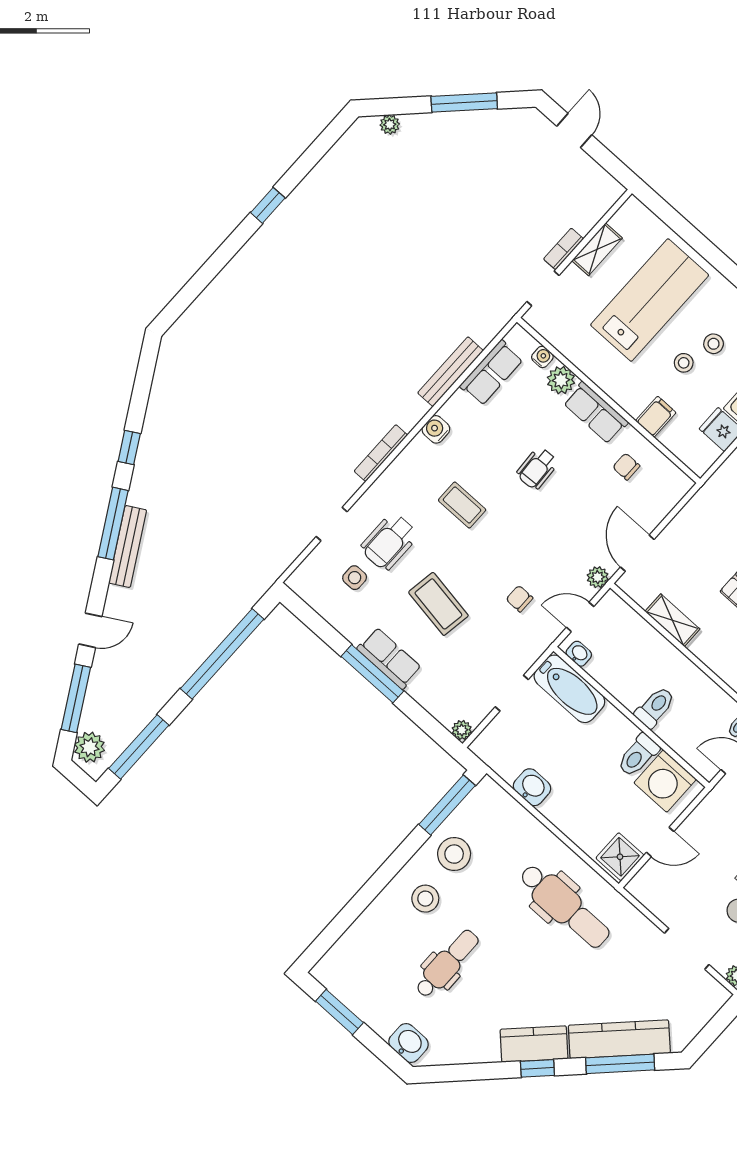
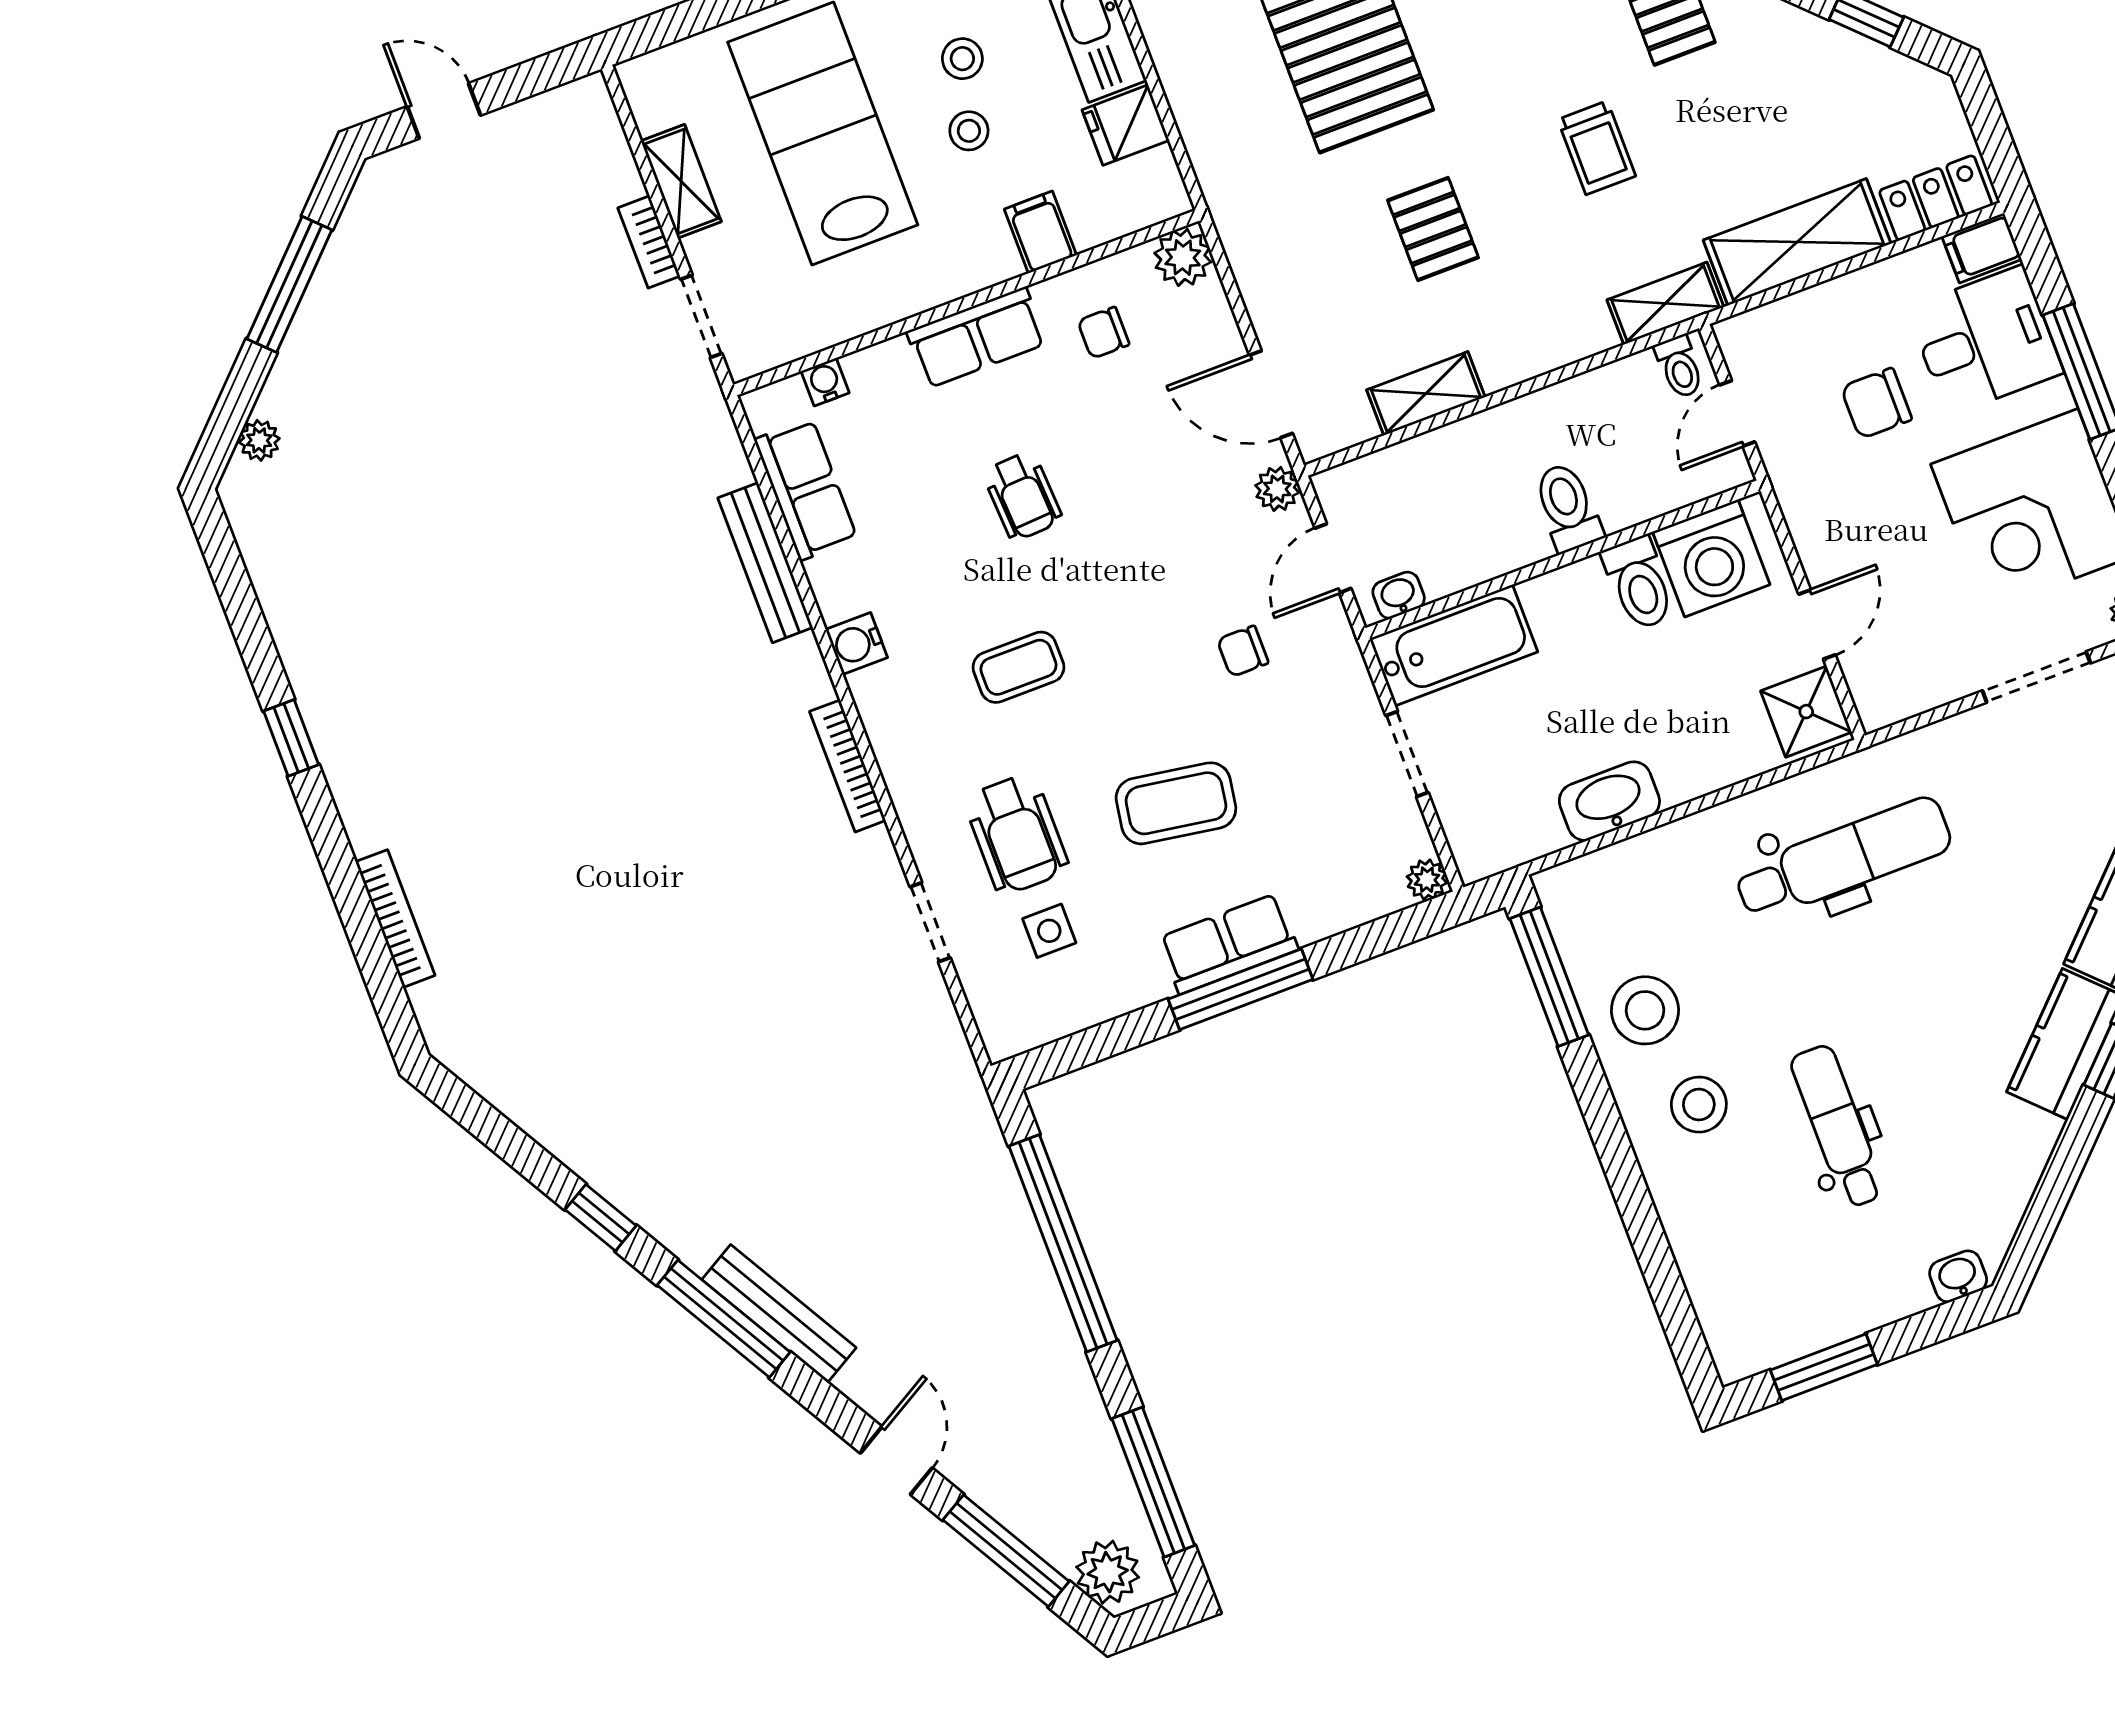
bookcase: (213, 291) -> (395, 919), added
plant: (561, 380) -> (1183, 257), moved
washbasin: (532, 787) -> (1609, 801), width x1.38
washbasin: (409, 1043) -> (1958, 1276), width x0.72, depth x0.69

